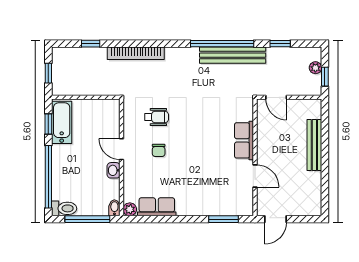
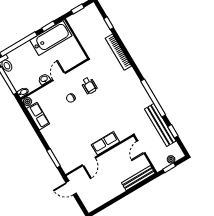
bench: (233, 55) -> (160, 125), moved
bathtub: (62, 122) -> (51, 38), width x1.36, depth x1.36
bench: (314, 145) -> (138, 178), moved

